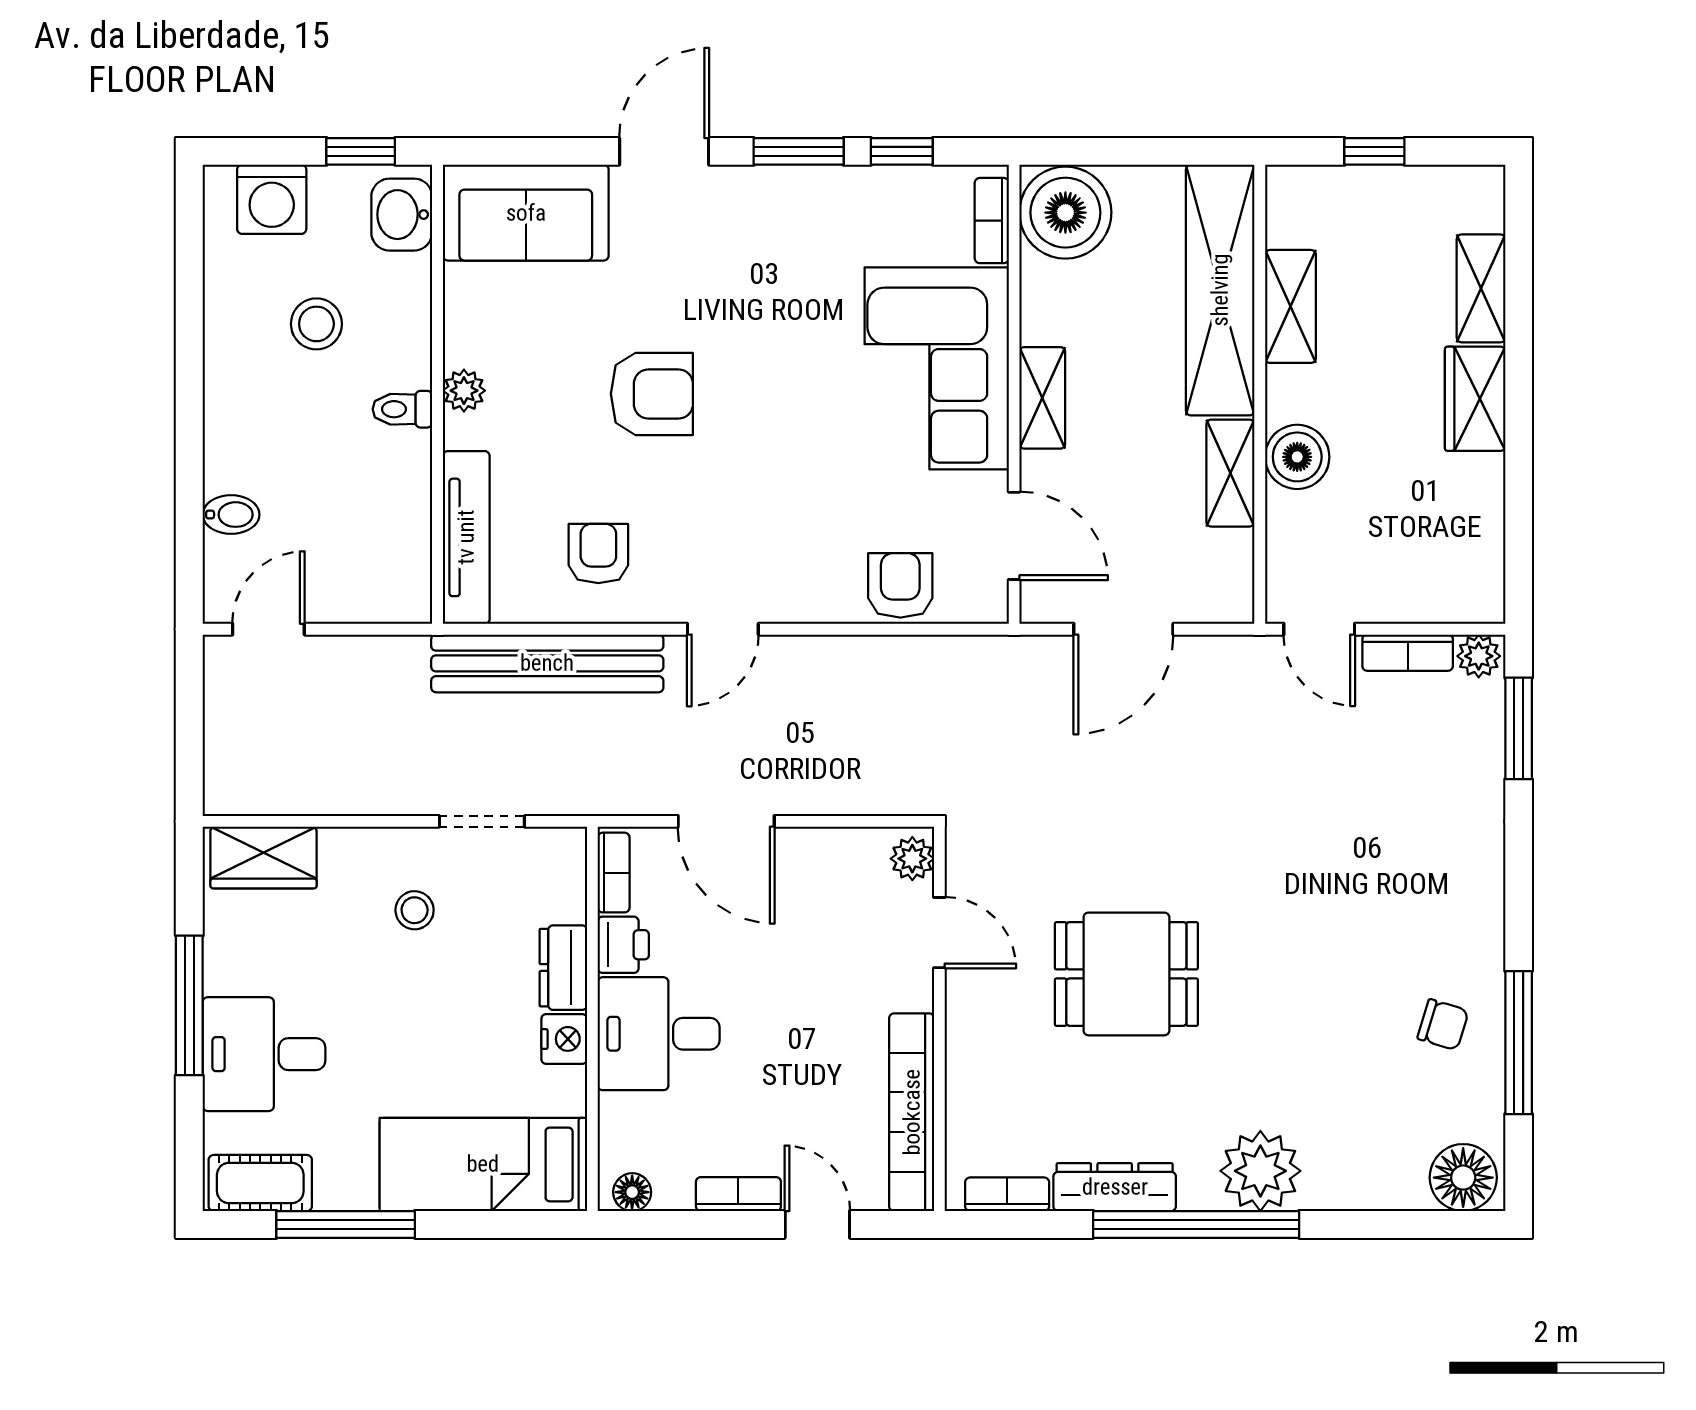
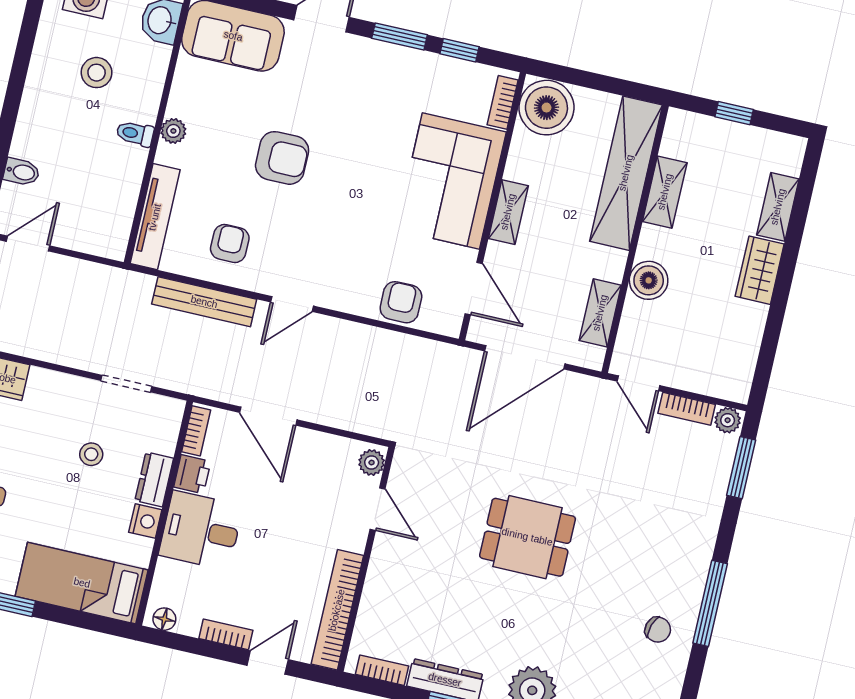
shelving: (1230, 473) -> (600, 313), moved
door: (1123, 629) -> (525, 357), width x1.36
bench: (547, 663) -> (204, 302), width x0.73, depth x0.82
stool: (415, 910) -> (91, 454), moved
dining table: (1126, 974) -> (527, 537), moved
window: (1519, 1043) -> (710, 603), moved
door: (817, 1224) -> (268, 662), hinge flipped

